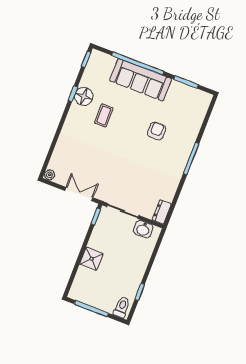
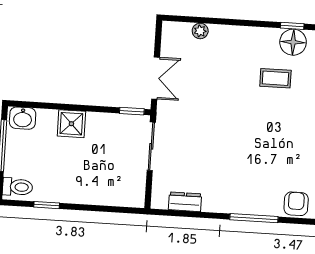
armchair: (157, 131) -> (296, 204), moved, turned -90
plant: (50, 175) -> (200, 31), moved
dresser: (162, 212) -> (185, 202), moved
washbasin: (143, 229) -> (23, 118), moved, turned -90

